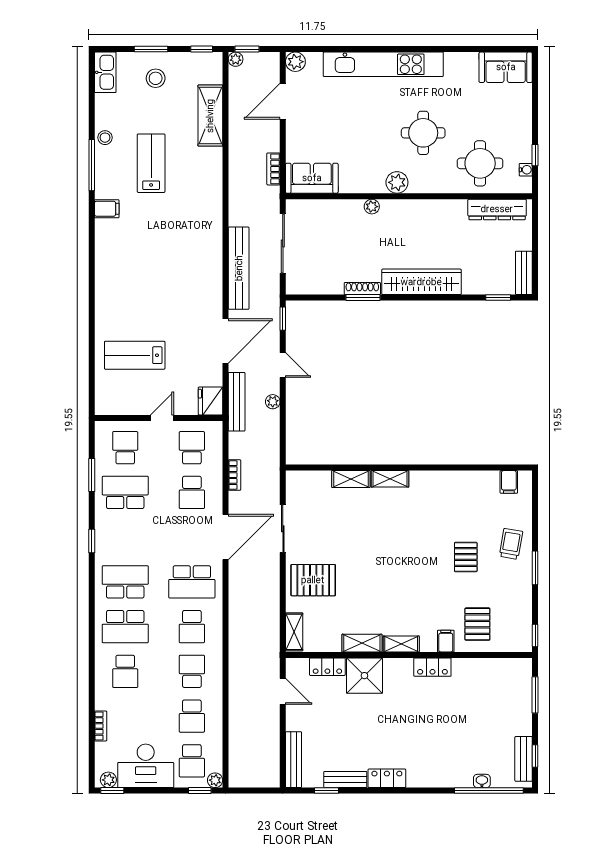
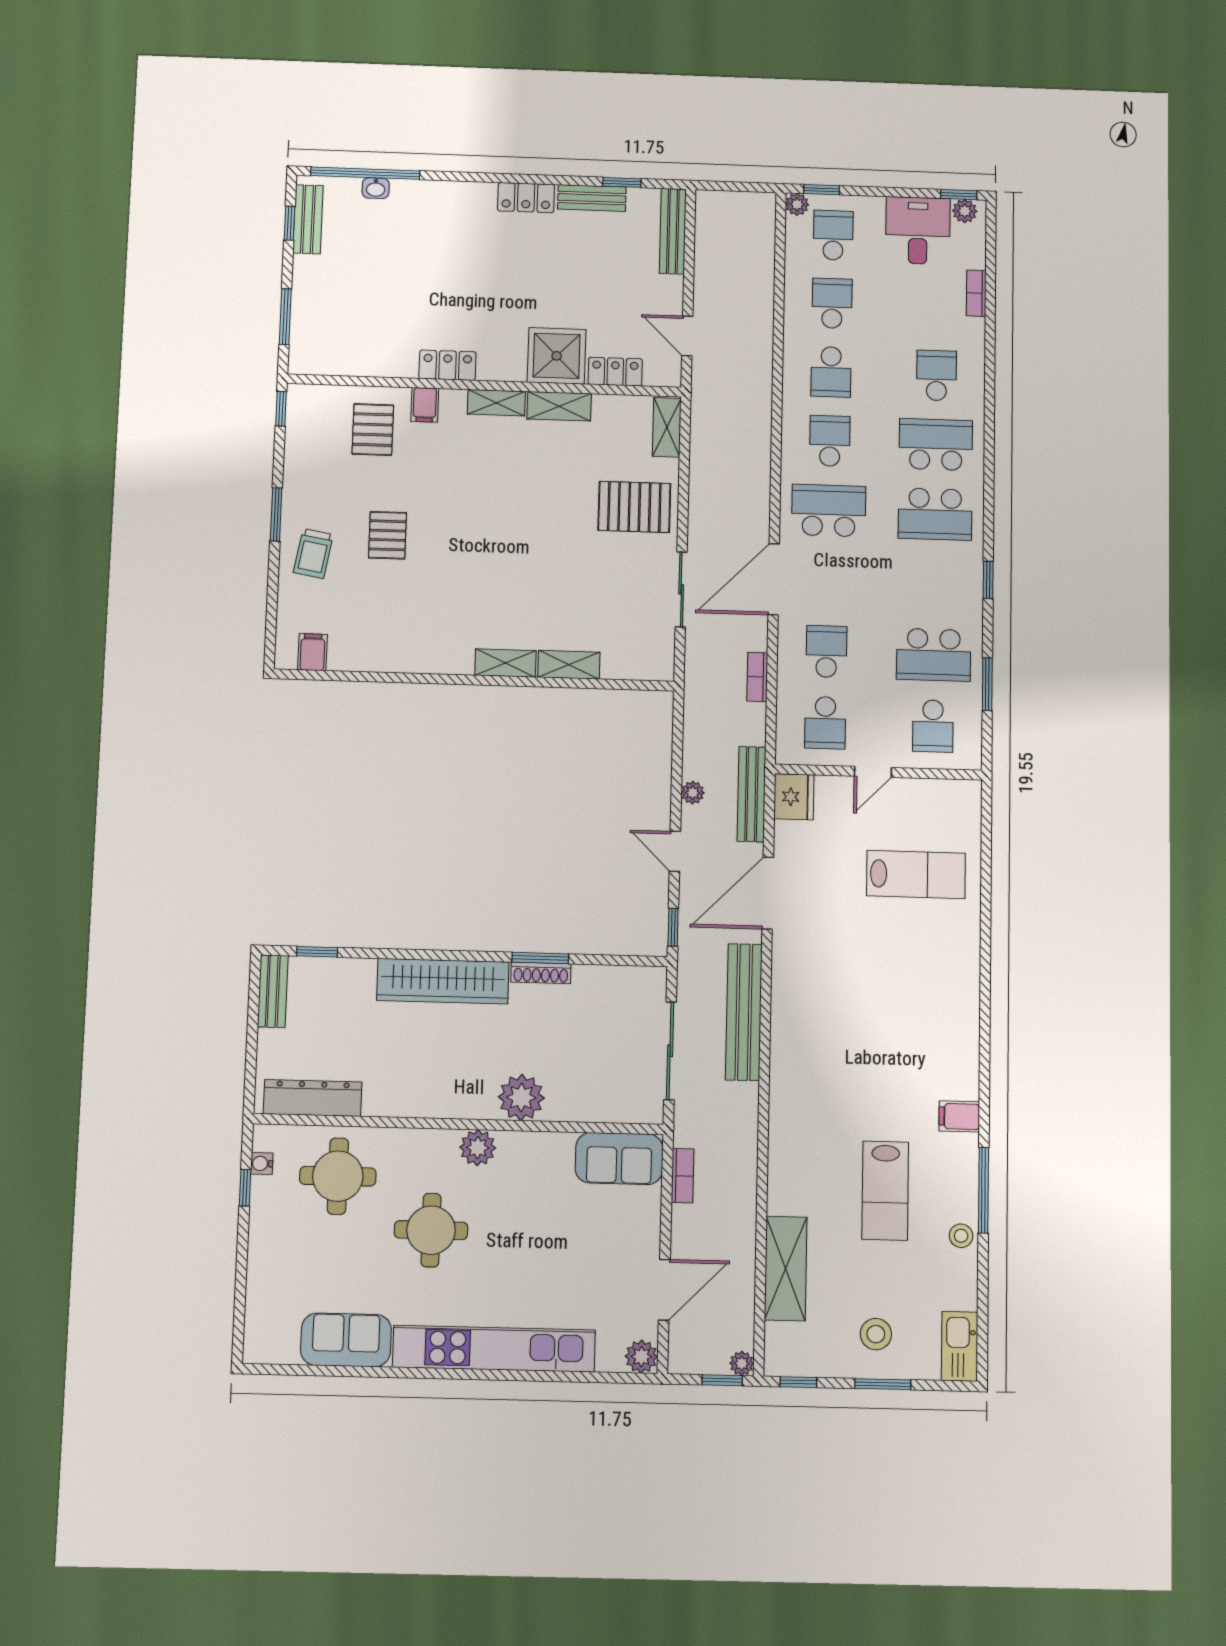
sofa: (506, 67) -> (346, 1340), moved
plant: (372, 207) -> (521, 1097), width x1.88, depth x1.88
desk: (146, 766) -> (918, 231), width x0.73

